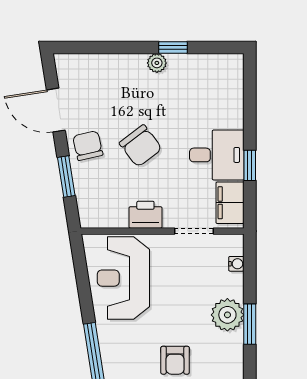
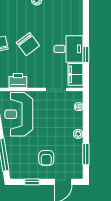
printer: (145, 215) -> (18, 81), moved
plant: (227, 315) -> (78, 134), width x0.53, depth x0.53
window: (250, 324) -> (86, 154), moved

